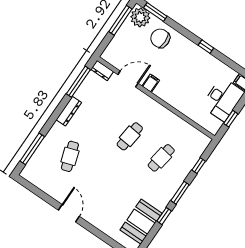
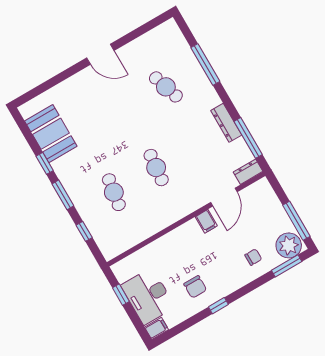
chair: (160, 38) -> (253, 257), width x0.54, depth x0.54
chair: (201, 69) -> (195, 287), added
dresser: (69, 111) -> (226, 123), moved
window: (32, 149) -> (205, 64), moved

